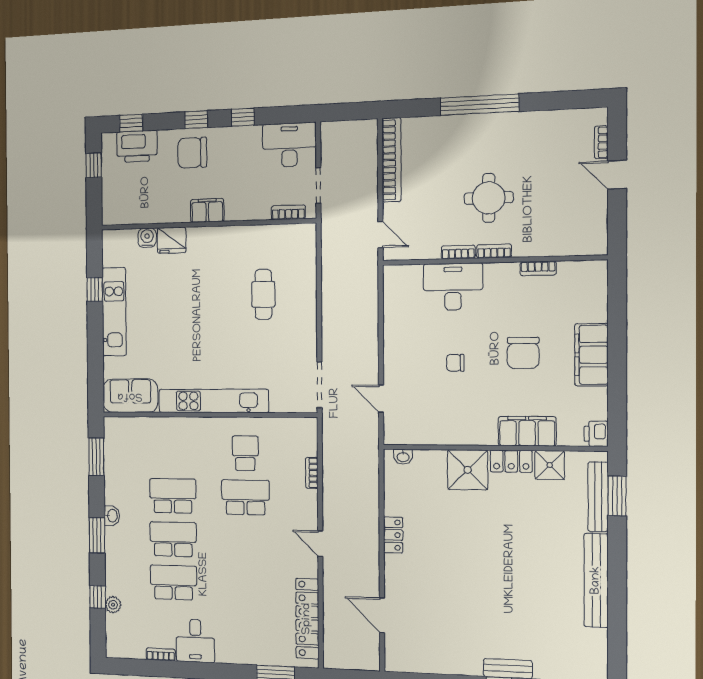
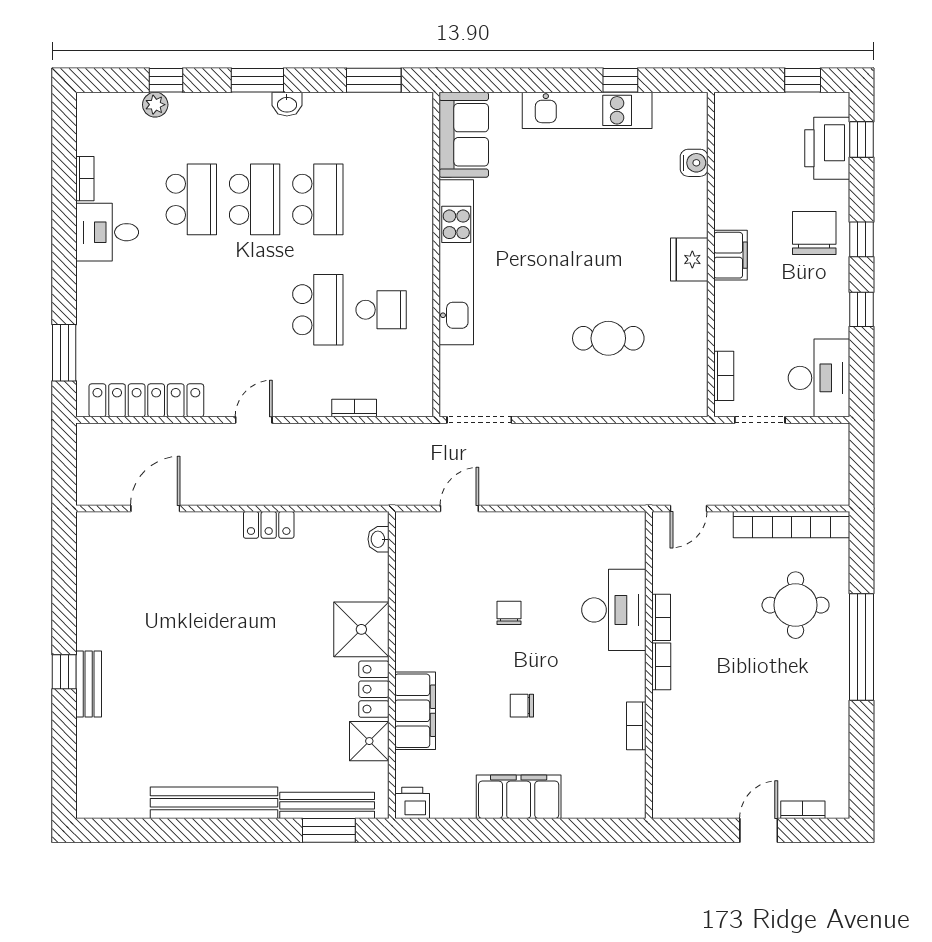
round table: (489, 198) -> (796, 605), moved
fridge: (172, 240) -> (689, 259), moved
chair: (523, 353) -> (522, 706), width x0.54, depth x0.54

